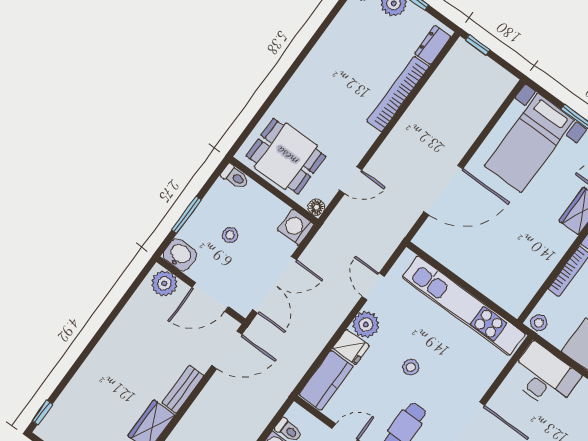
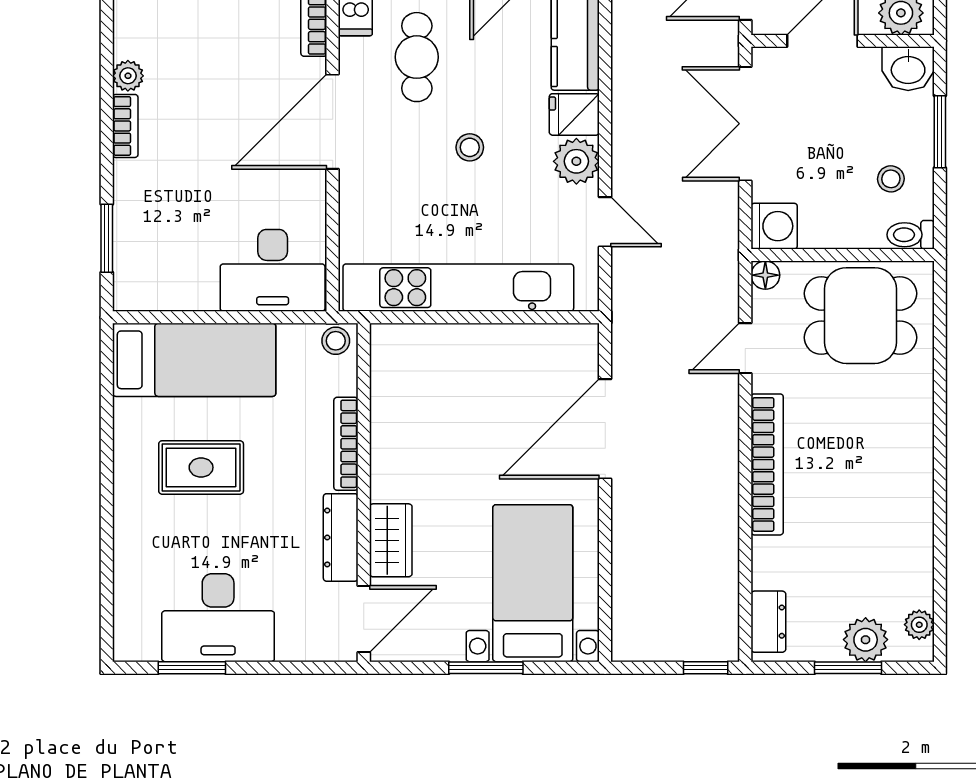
bookcase: (398, 94) -> (767, 464), moved
stool: (230, 235) -> (891, 179), moved

